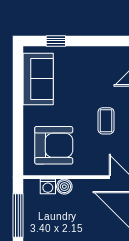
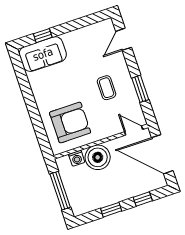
sofa: (38, 79) -> (43, 54), moved, turned 90
boiler: (64, 187) -> (98, 157), width x1.86, depth x1.86

